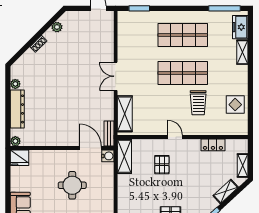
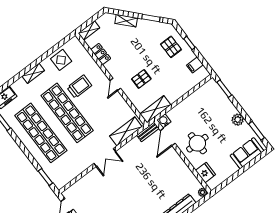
shop shelf: (183, 35) -> (41, 133), width x1.40
shelving: (242, 52) -> (33, 73), moved
shop shelf: (183, 73) -> (67, 113), width x1.40
fridge: (20, 158) -> (205, 173), moved
shelving: (243, 166) -> (89, 31), moved
round table: (72, 185) -> (197, 143), moved

